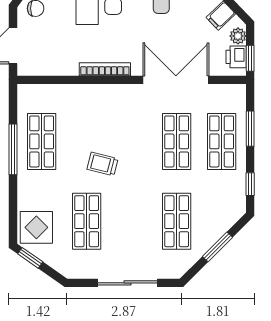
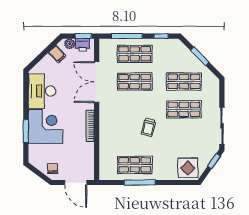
window: (250, 129) -> (127, 36), width x1.44
shop shelf: (87, 221) -> (184, 109), moved
window: (30, 258) -> (214, 161), moved
sliding door: (128, 283) -> (222, 126), moved

